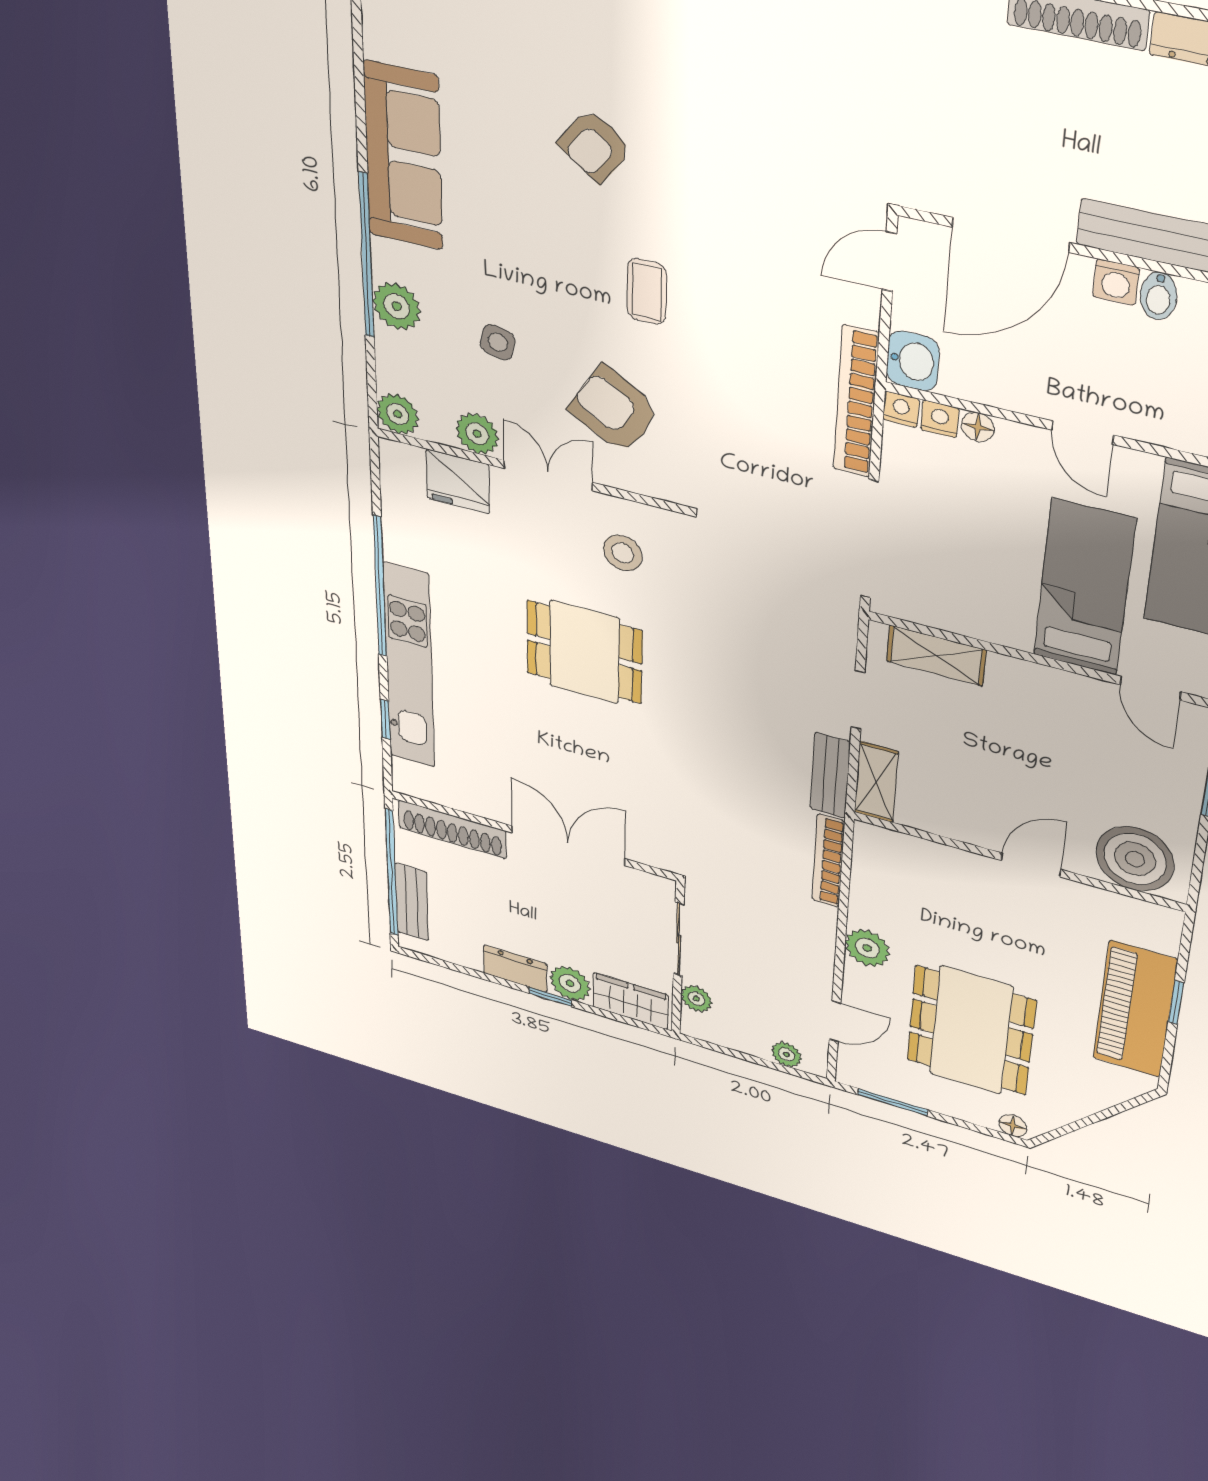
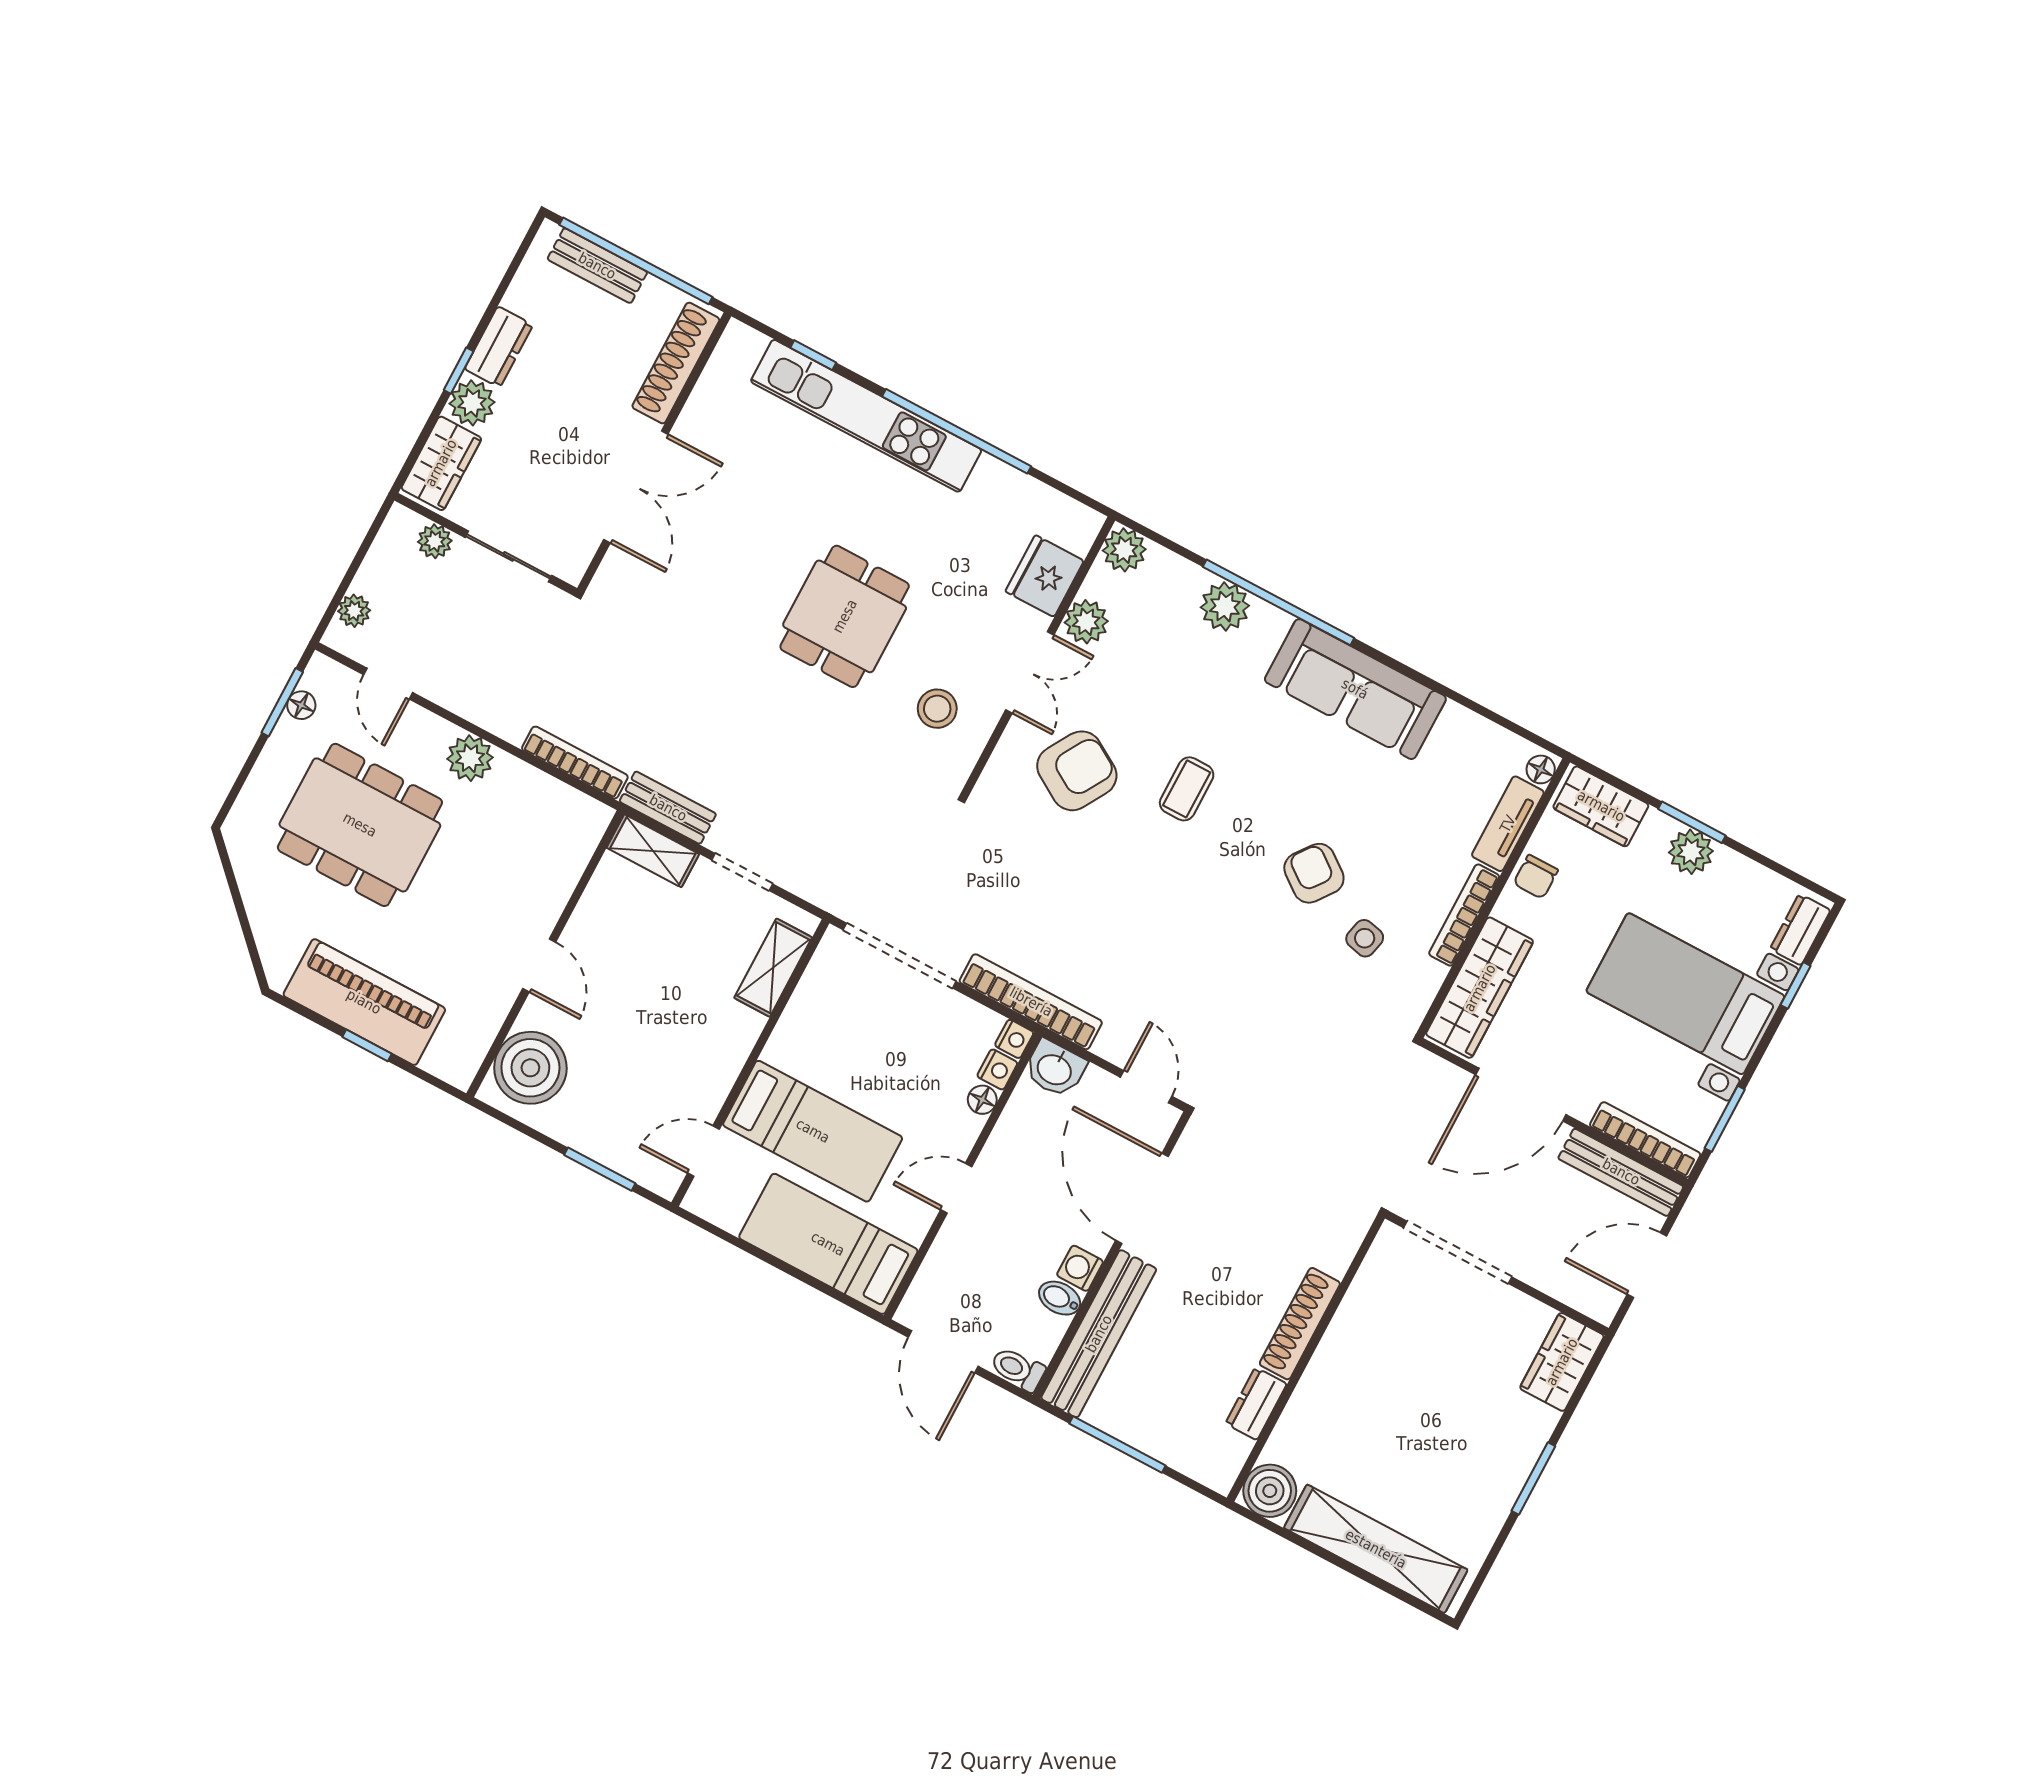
coffee table: (647, 291) -> (1187, 789), moved, turned 90
side table: (498, 342) -> (1365, 938), moved
floor lamp: (1013, 1126) -> (301, 705), moved

